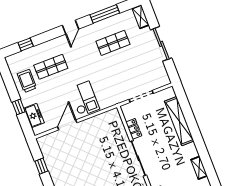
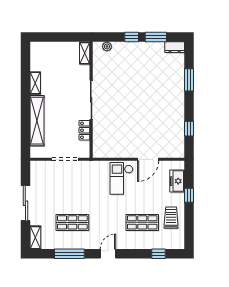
trolley: (27, 81) -> (171, 218), turned 180
shelving: (199, 168) -> (35, 83), moved

